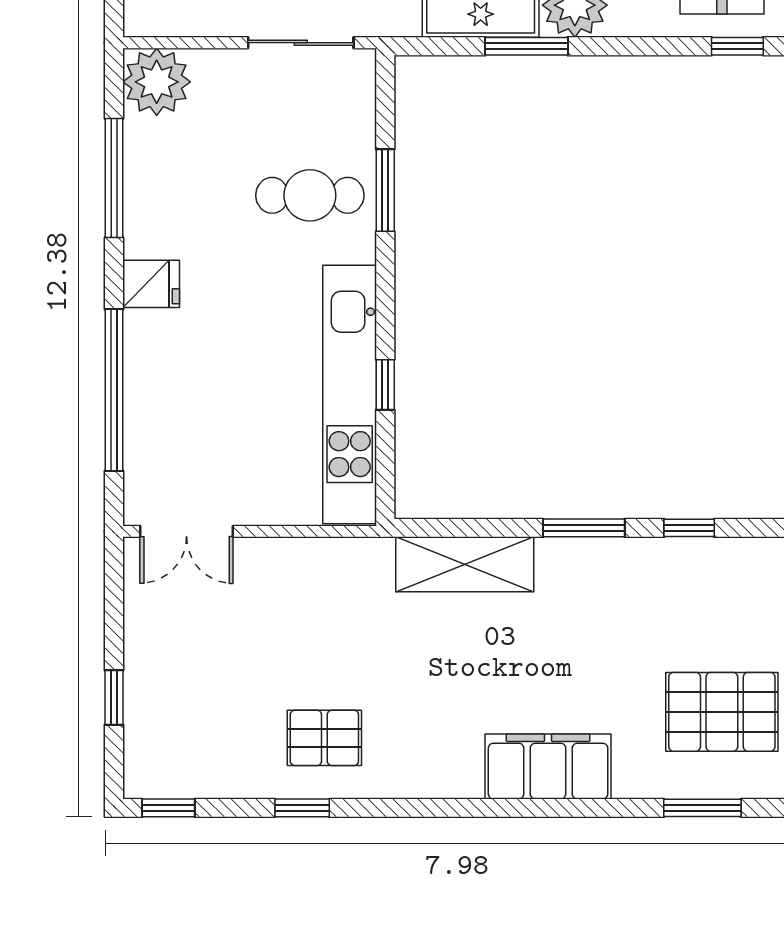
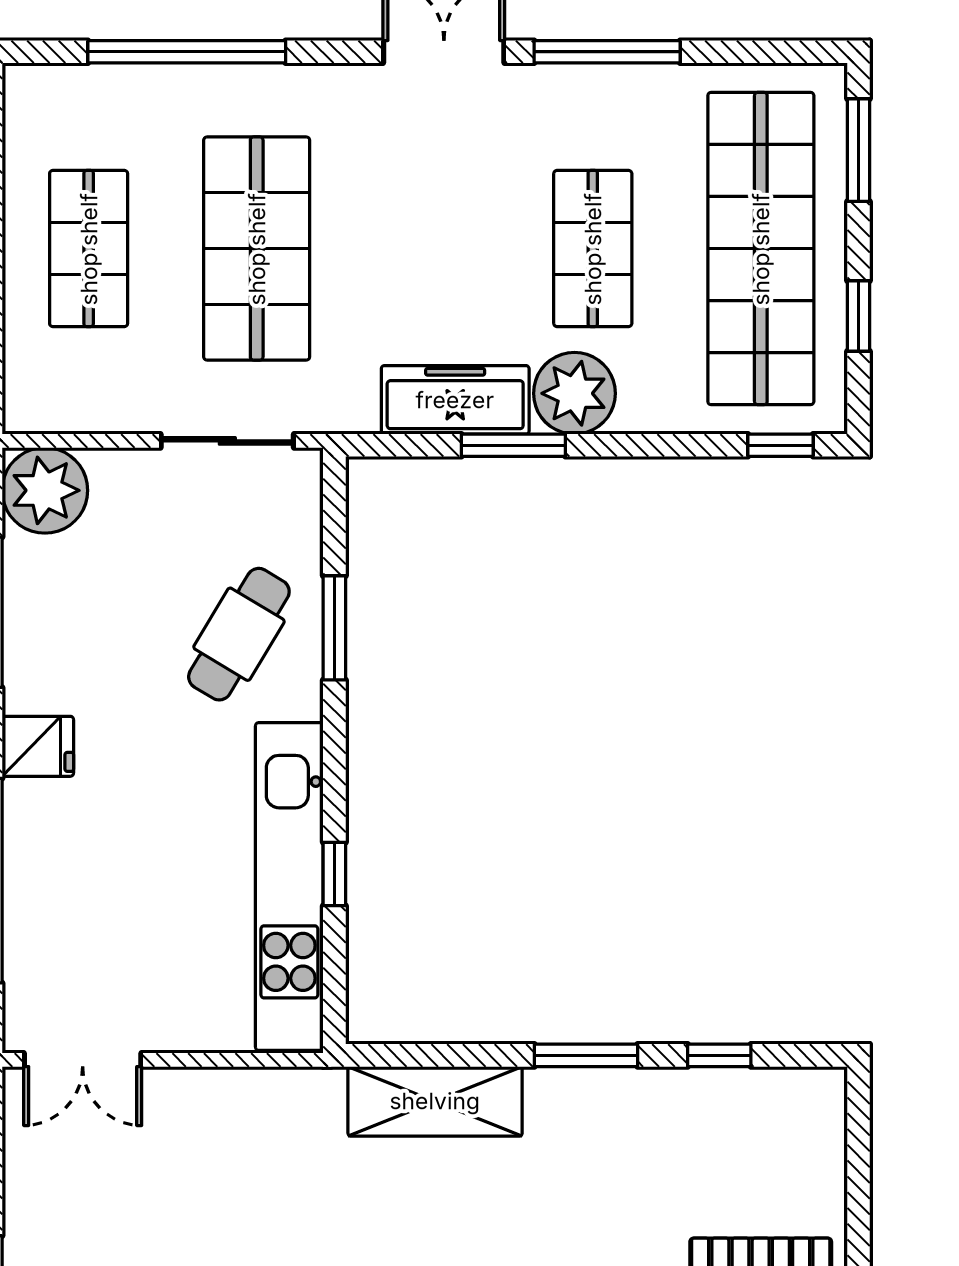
cafe table: (310, 195) -> (239, 634), turned -59

